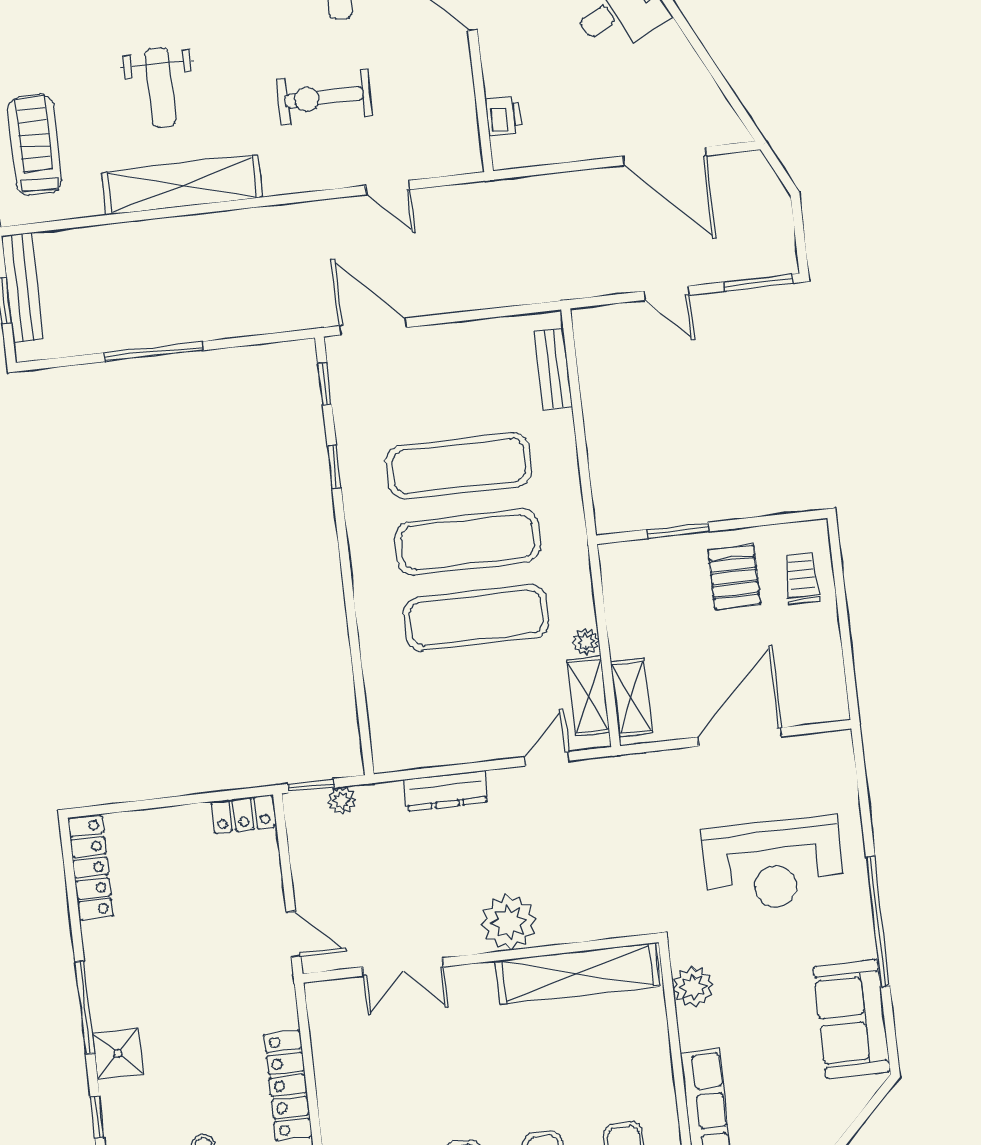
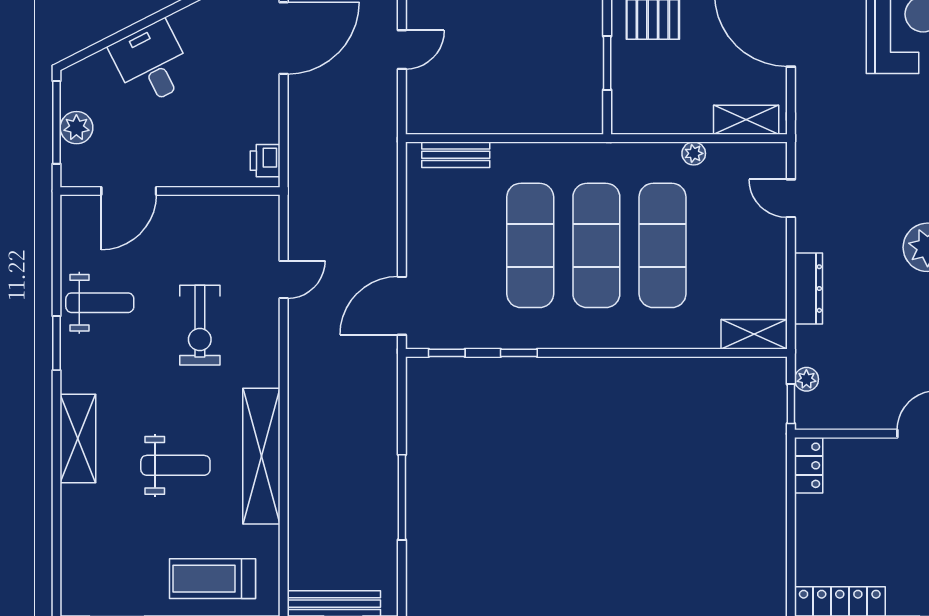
printer: (504, 116) -> (265, 161), moved, turned -90
shelving: (588, 696) -> (754, 334), moved

